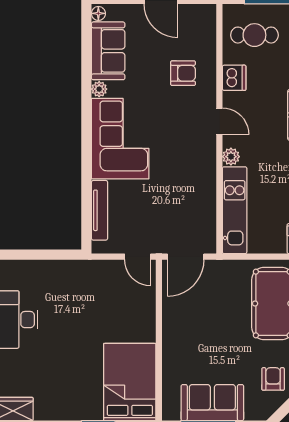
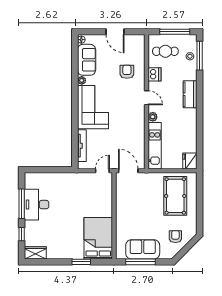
armchair: (183, 73) -> (127, 72), turned -90
door: (138, 257) -> (102, 171), swing flipped
door: (186, 257) -> (128, 171), swing flipped

